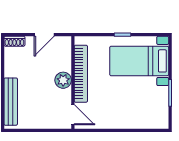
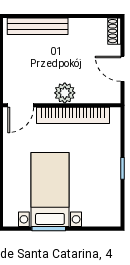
bed with nightstands: (139, 61) -> (50, 190), moved

